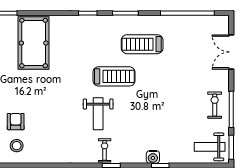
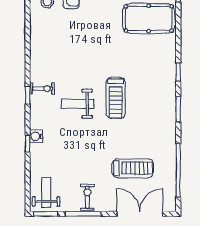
treadmill: (142, 44) -> (133, 168), moved, turned 90
double door: (231, 52) -> (140, 214), width x1.37
exercise bike: (215, 105) -> (87, 197), turned -90
weight bench: (98, 114) -> (78, 104), moved

